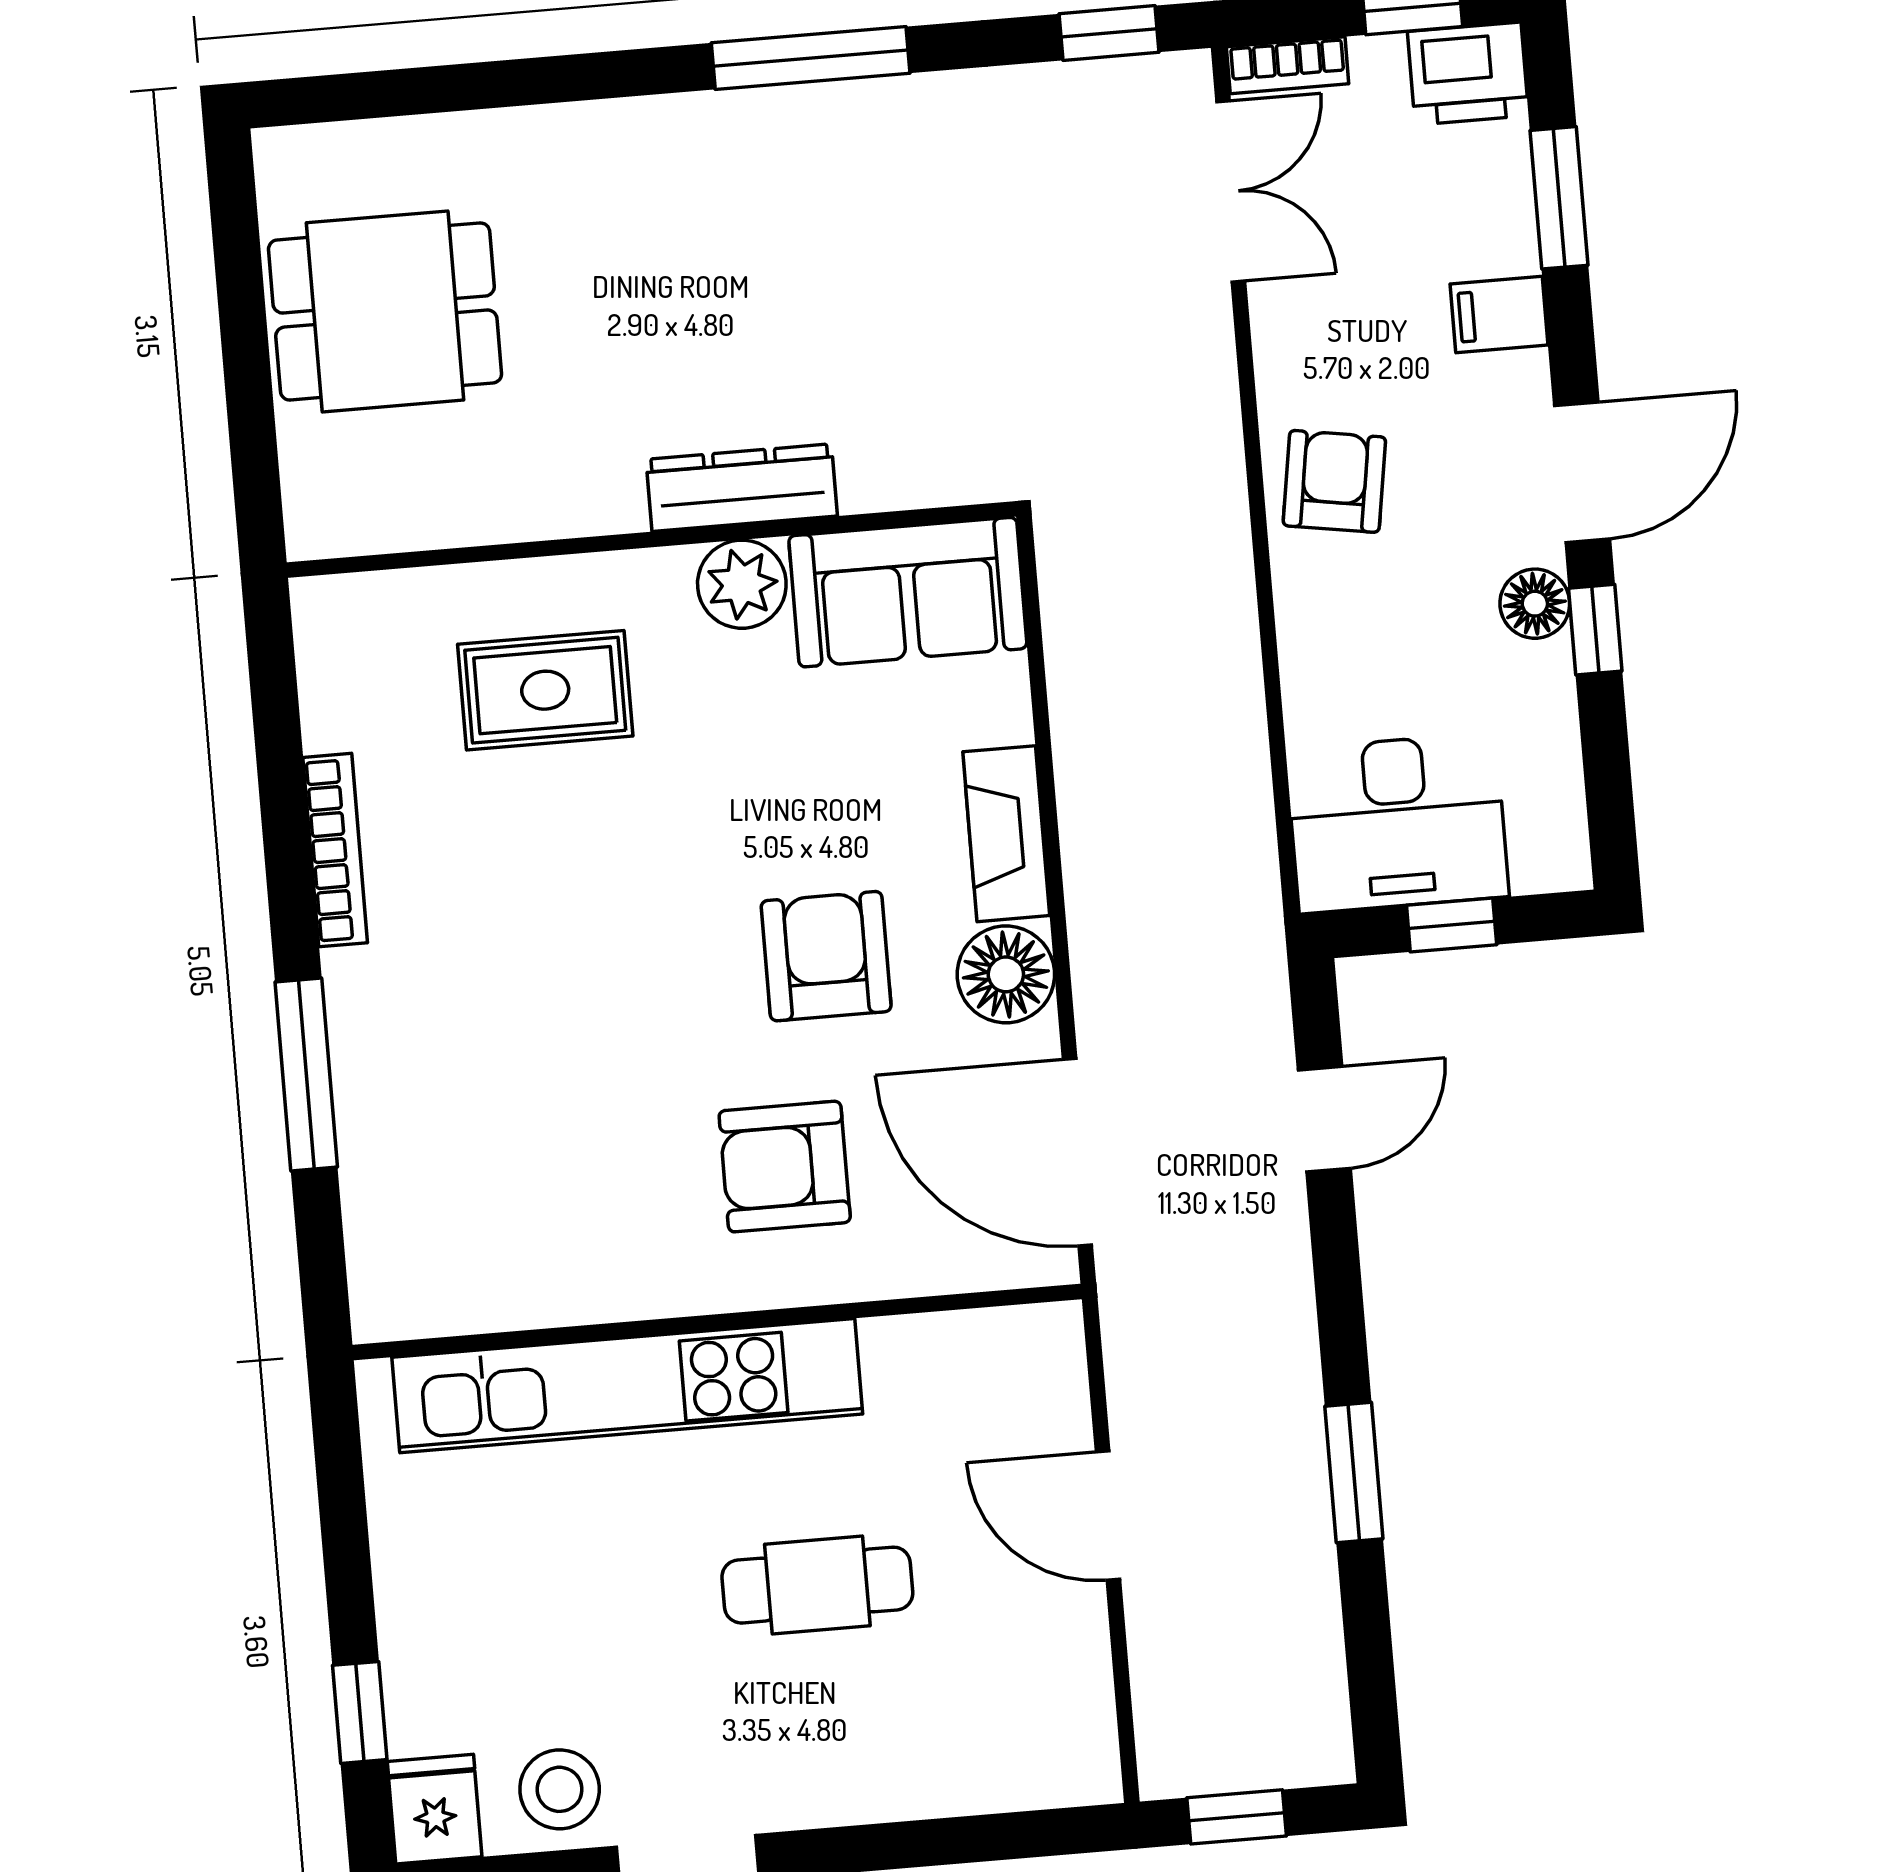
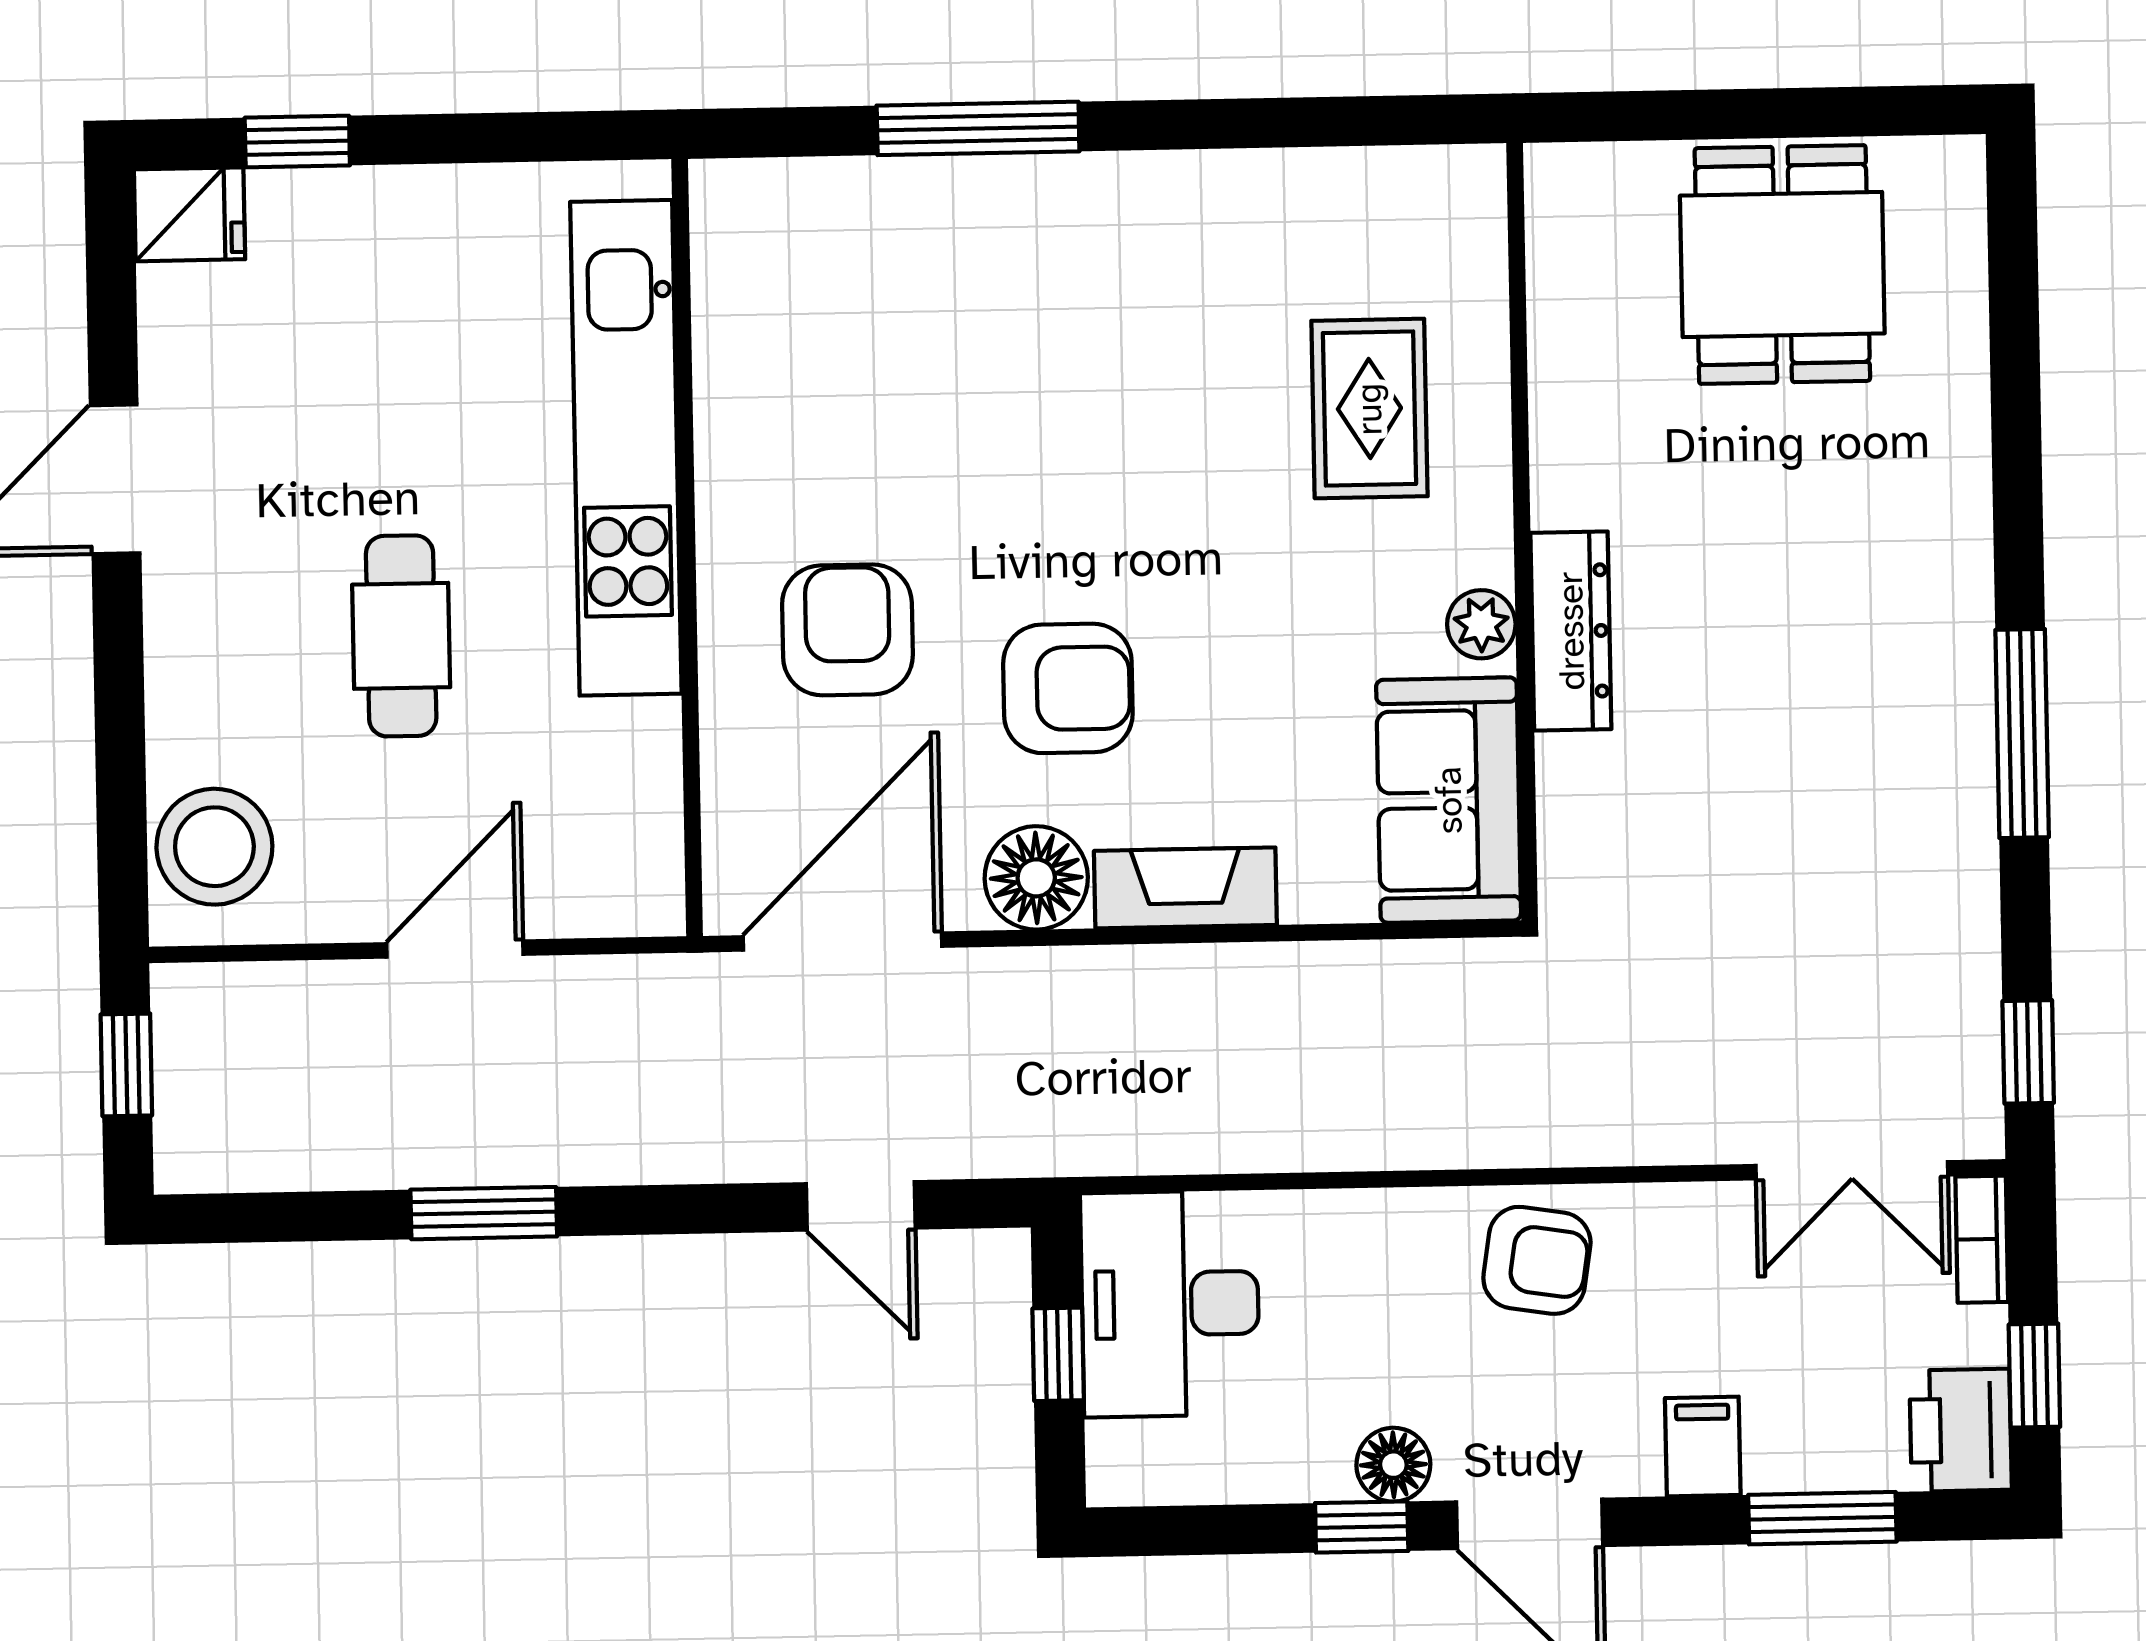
plant: (742, 584) -> (1481, 624), width x0.73, depth x0.73
bookcase: (335, 850) -> (1214, 175), removed
stool: (560, 1789) -> (214, 847), moved, width x1.38, depth x1.38

